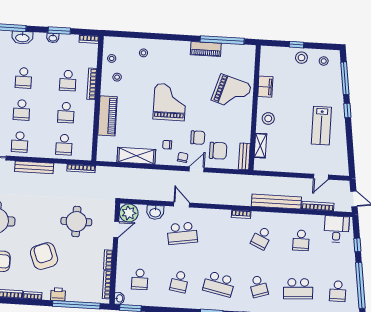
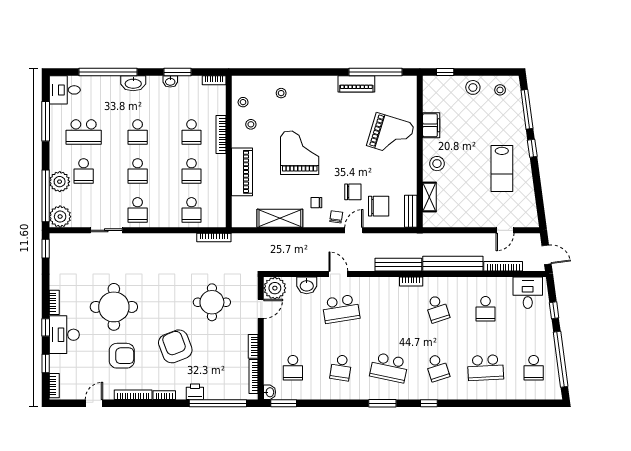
window: (297, 45) -> (445, 72), moved
grand piano: (170, 102) -> (300, 153), moved
bench: (34, 167) -> (398, 265), moved
school desk: (261, 238) -> (437, 309), turned -42

